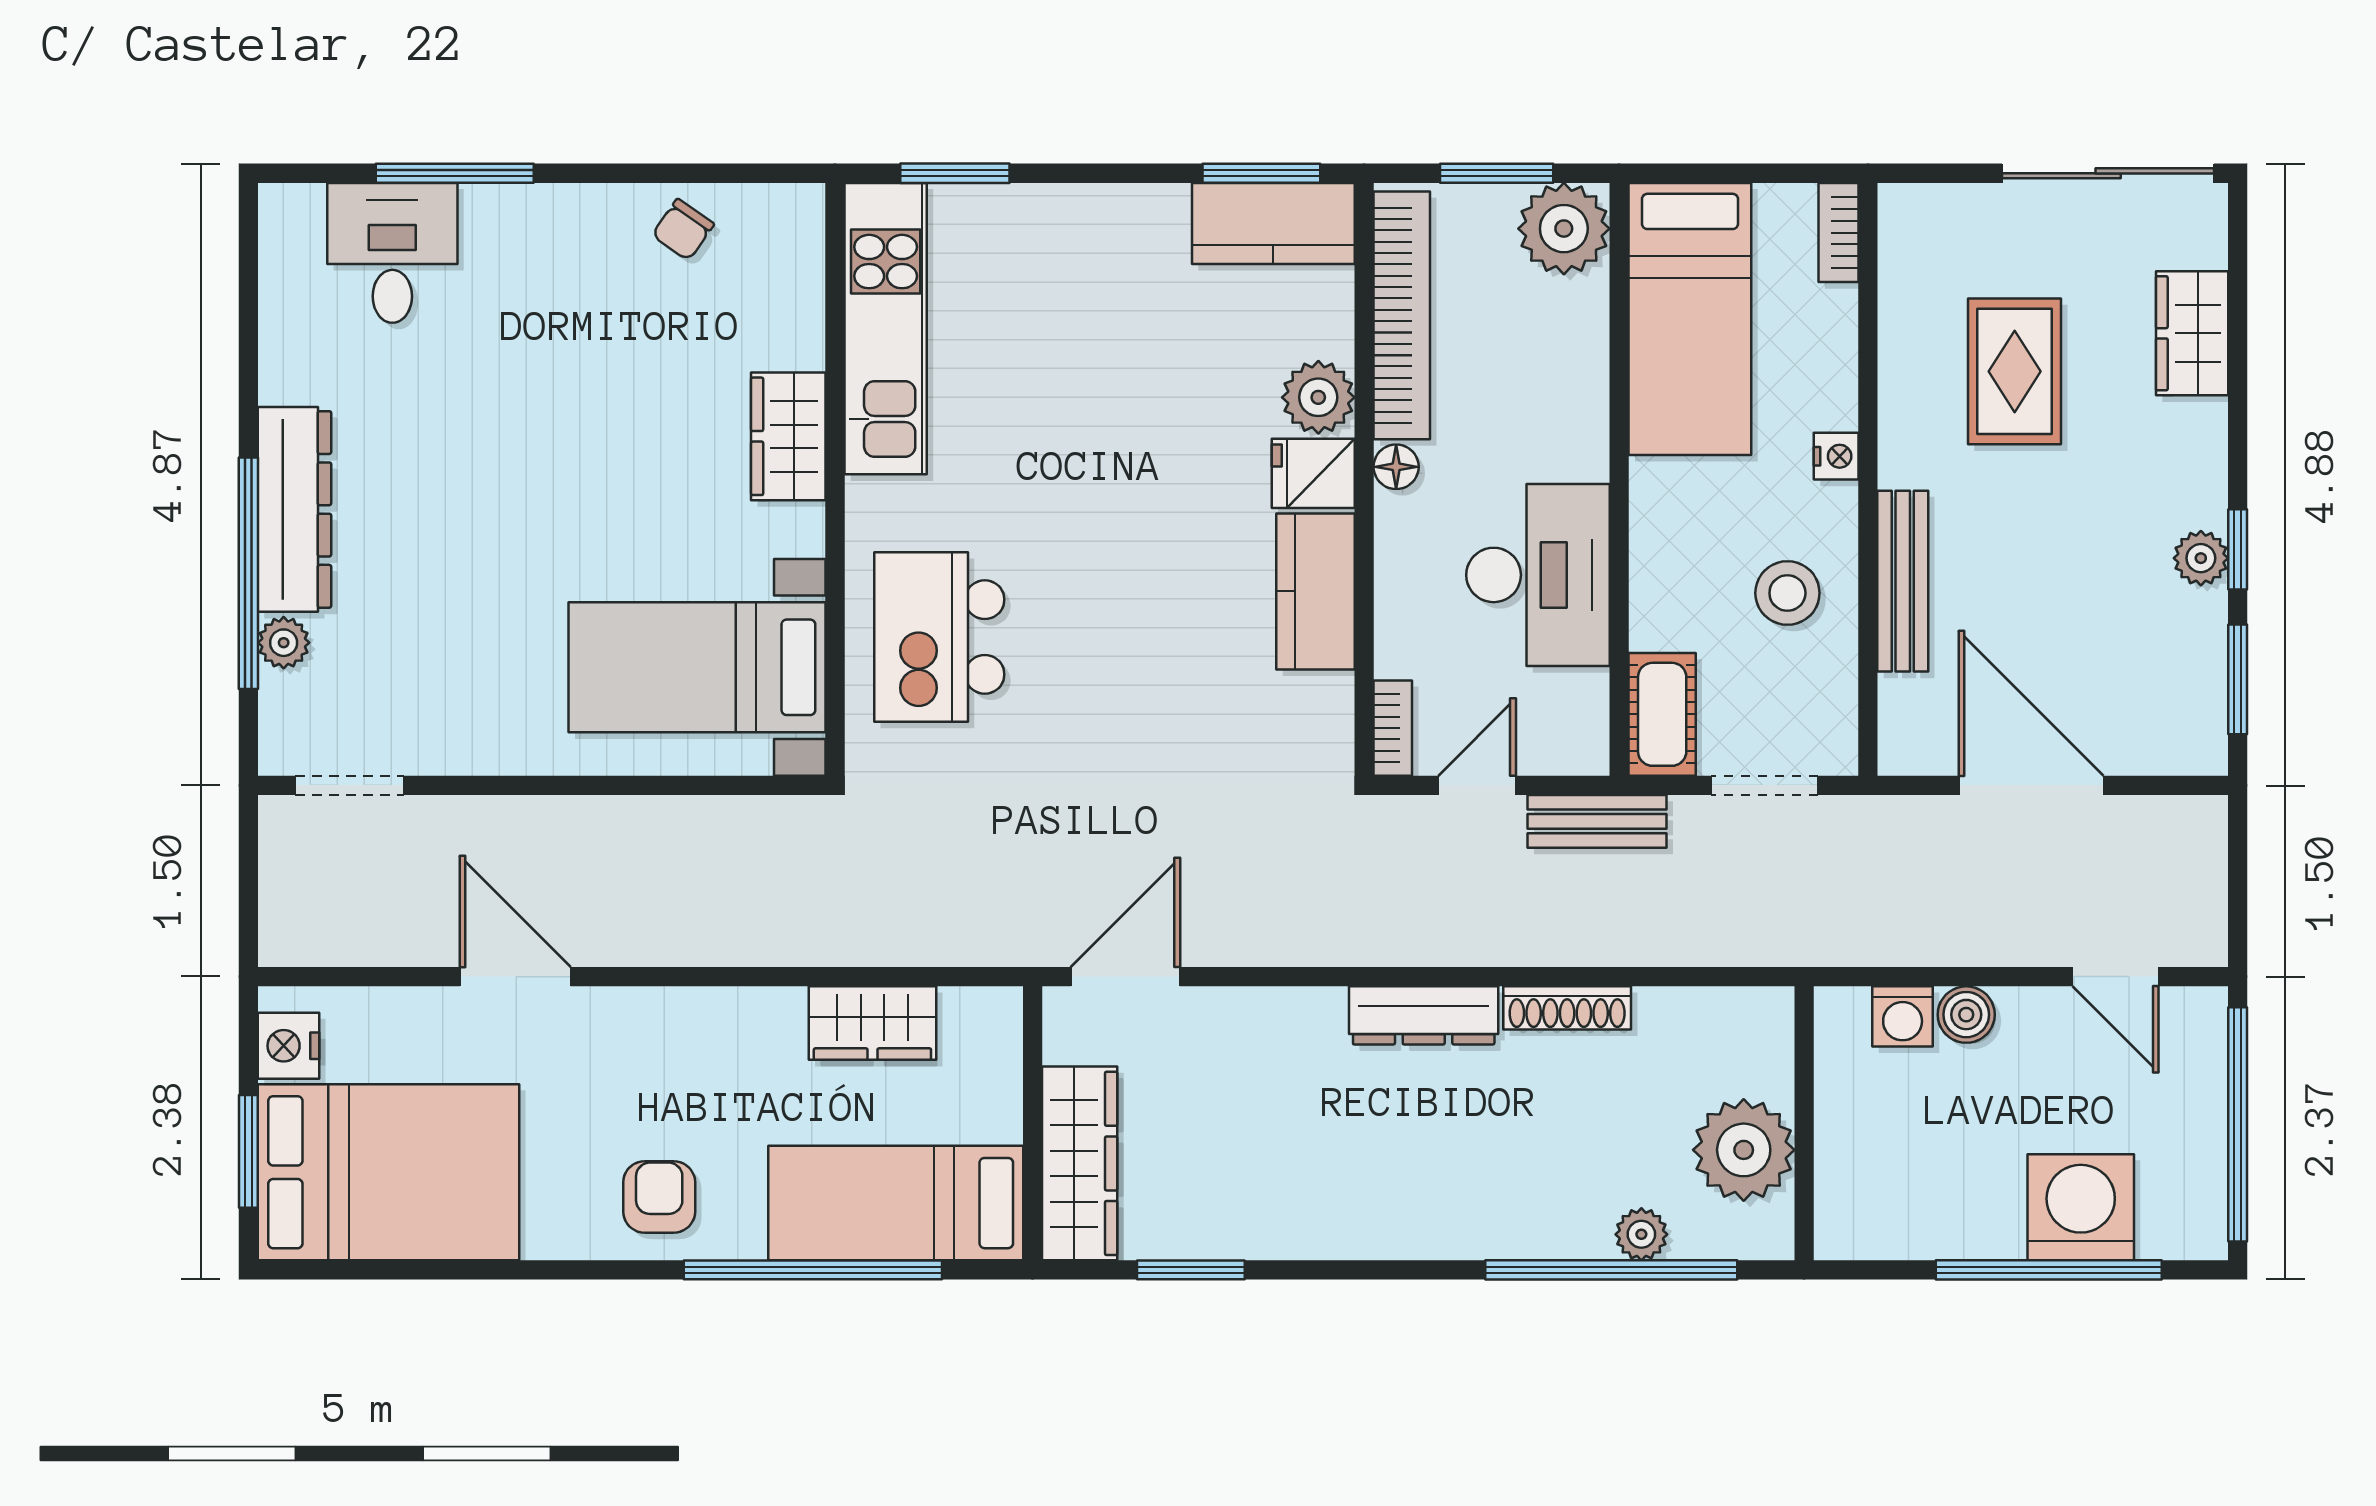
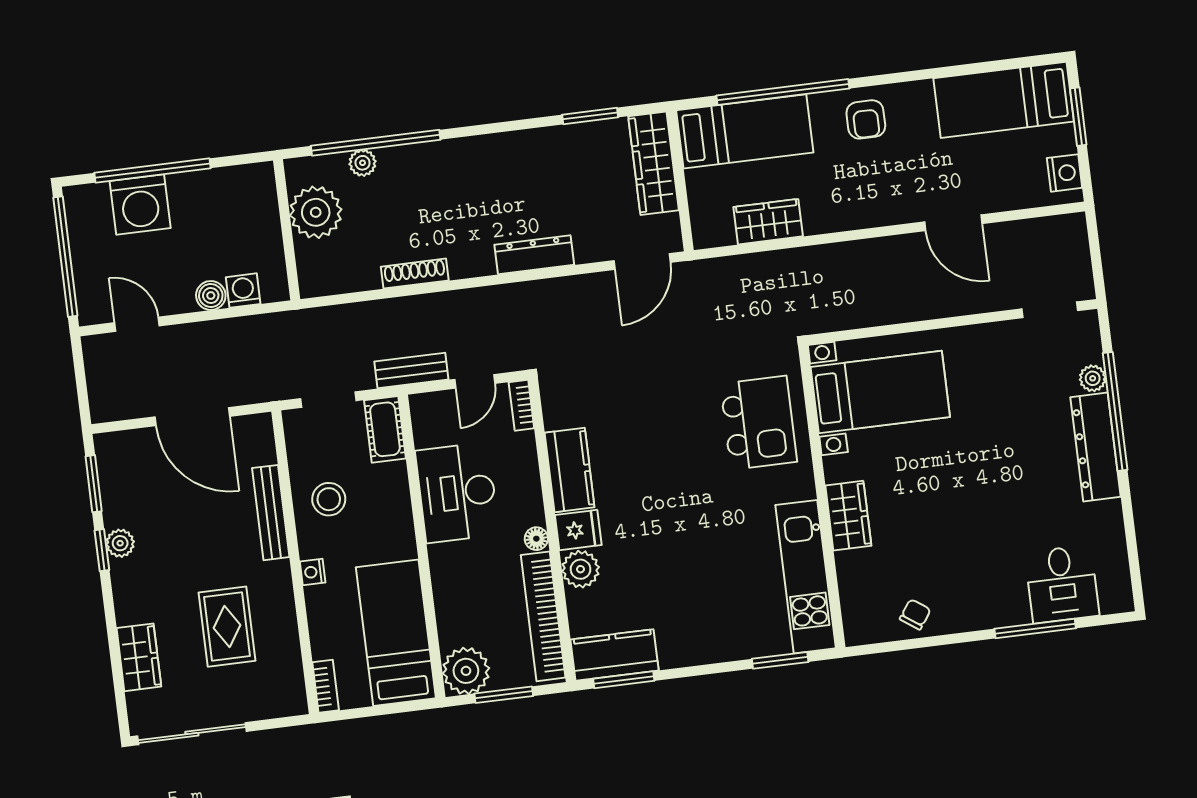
dresser: (1424, 1015) -> (534, 255), moved
bed: (388, 1172) -> (1004, 100), width x0.67

